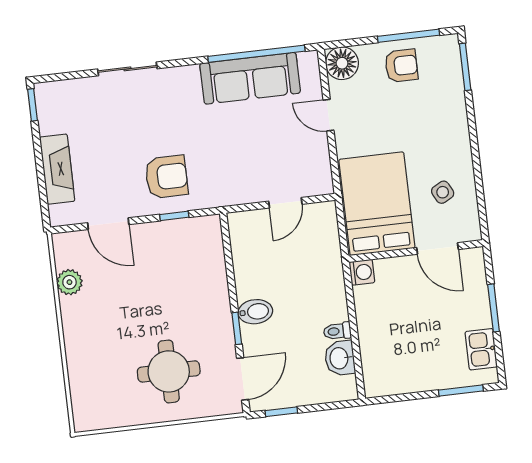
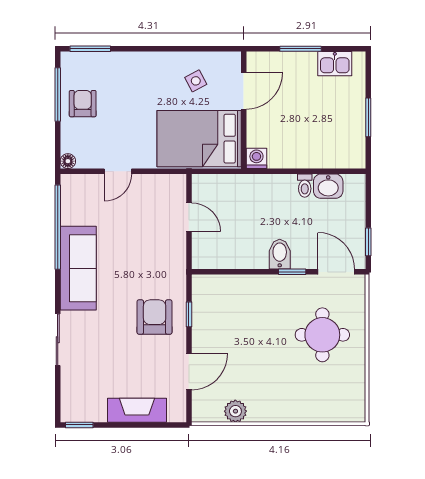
floor lamp: (342, 63) -> (68, 161), width x0.53, depth x0.53
sofa: (250, 78) -> (78, 268), moved
window: (461, 391) -> (368, 117), moved

